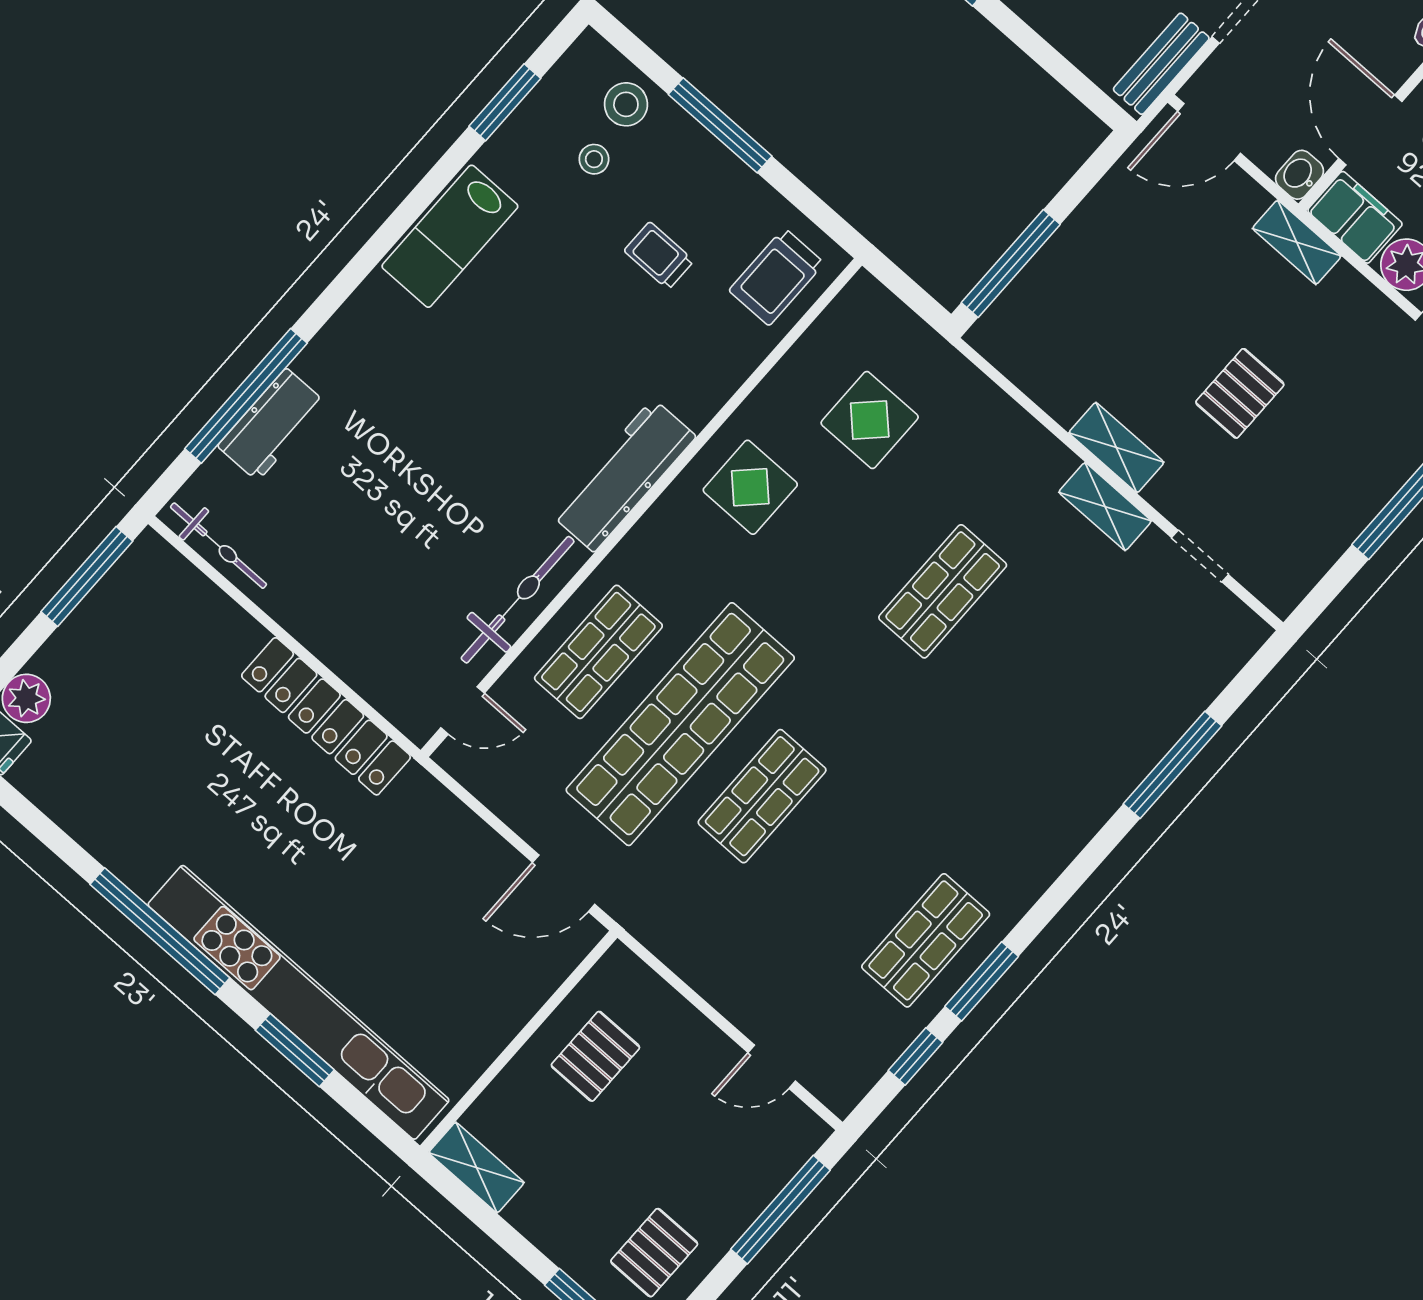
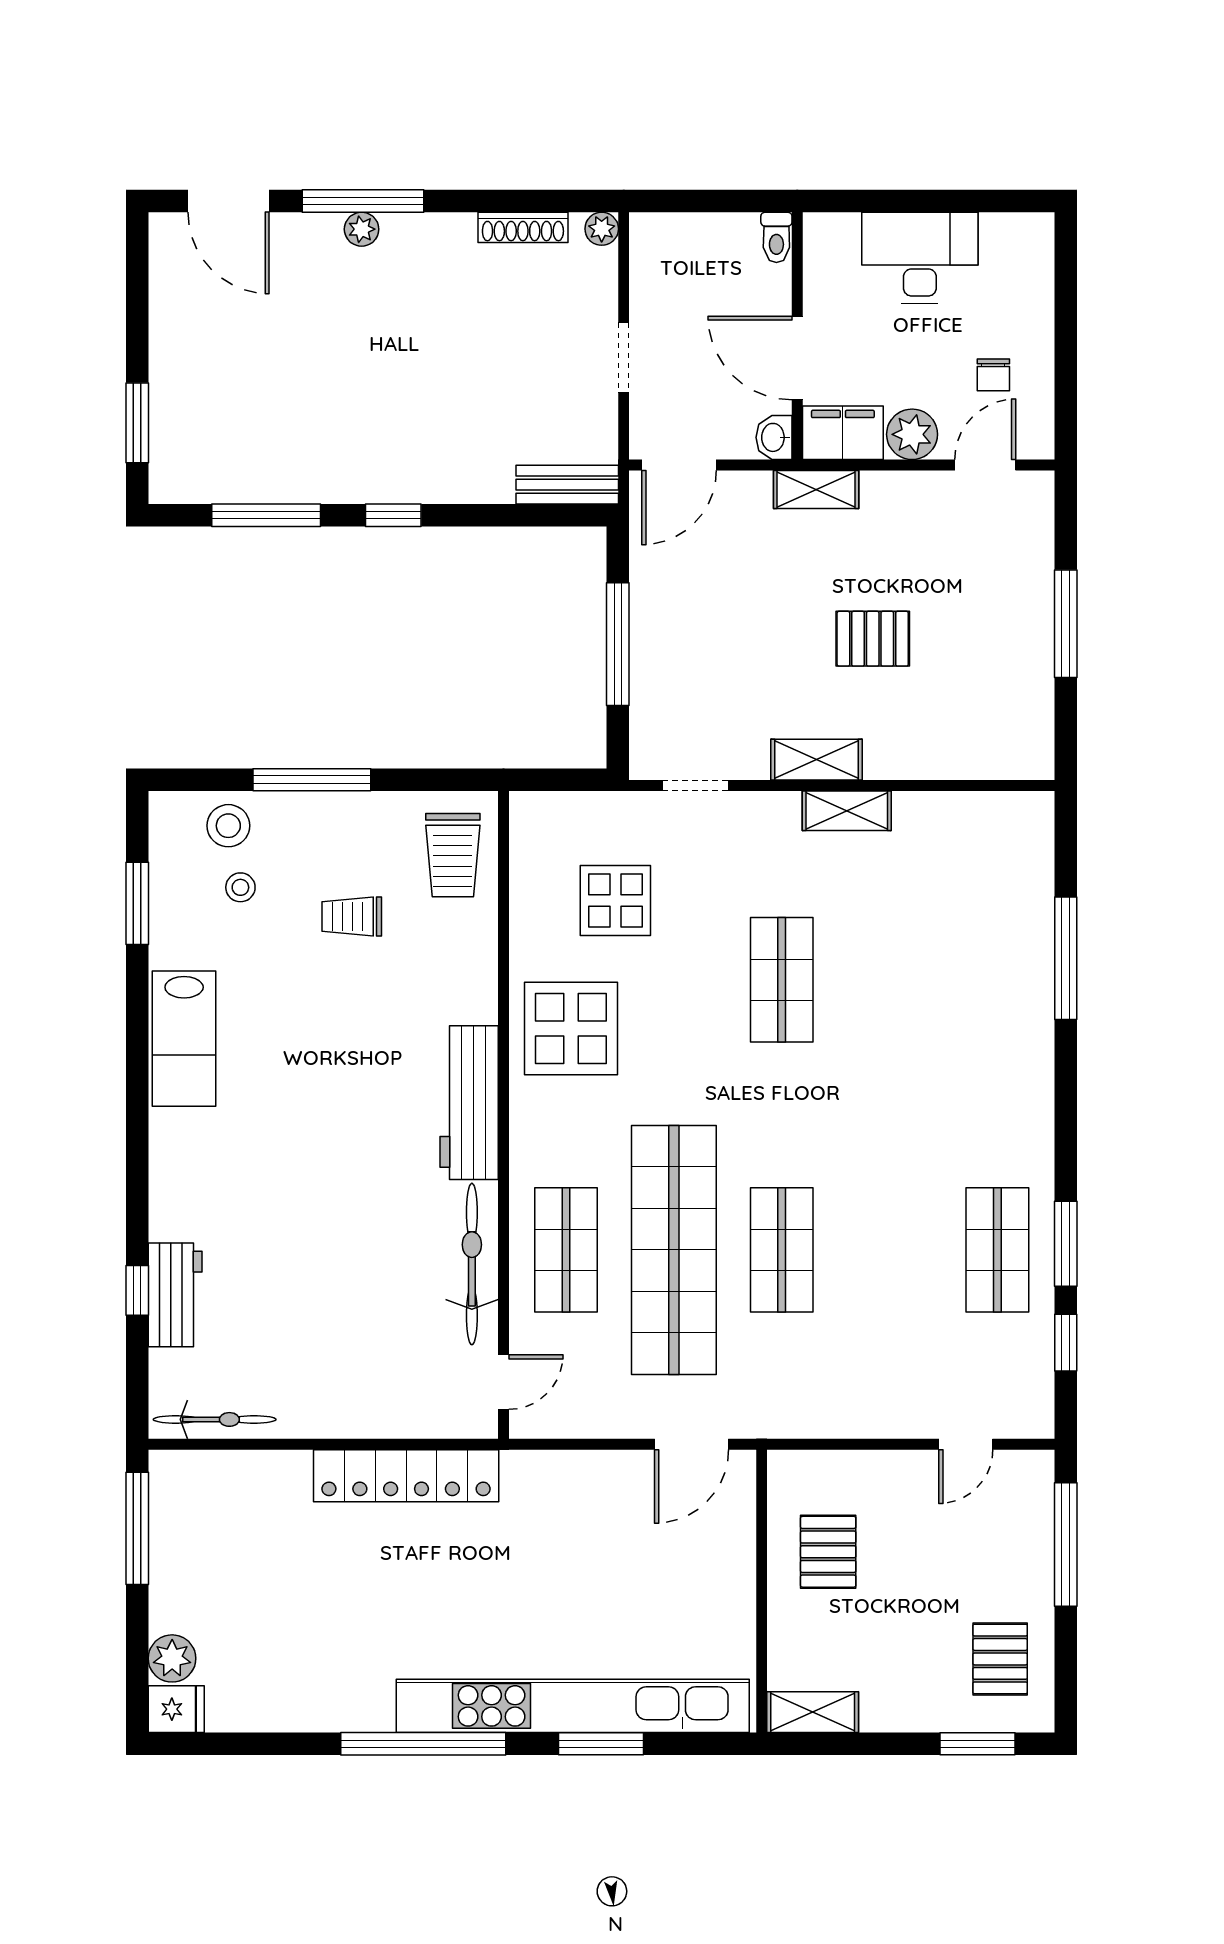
bench: (1161, 64) -> (567, 485), moved, turned 90
window: (1011, 264) -> (618, 644), moved
pallet: (1240, 393) -> (873, 639), turned 90
window: (246, 396) -> (137, 1290), width x0.32
display table: (750, 487) -> (571, 1028), width x1.36, depth x1.36
doorway: (1200, 556) -> (695, 785), moved

